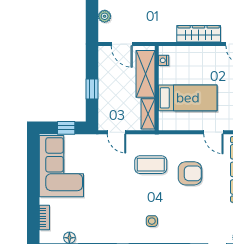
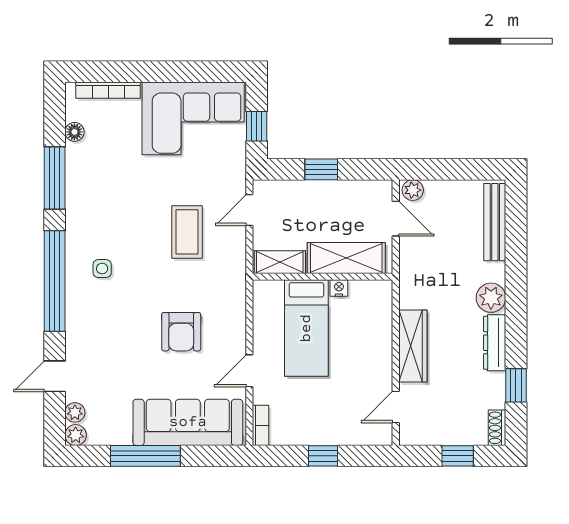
plant: (105, 16) -> (413, 190), moved
door: (122, 44) -> (396, 219), swing flipped
nightstand: (164, 60) -> (339, 288), moved
coffee table: (151, 165) -> (187, 232), moved
bookcase: (44, 217) -> (108, 90), width x1.56

